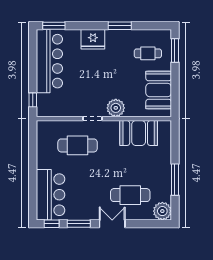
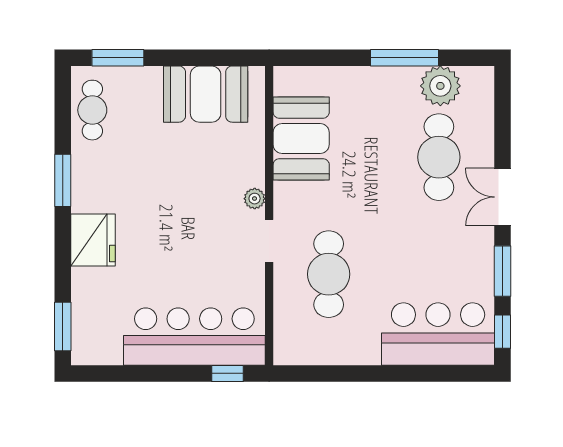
cafe table: (148, 53) -> (92, 110), moved
bar counter: (49, 61) -> (194, 337), moved
plant: (116, 108) -> (255, 199), width x0.53, depth x0.53
plant: (162, 211) -> (440, 86), moved

